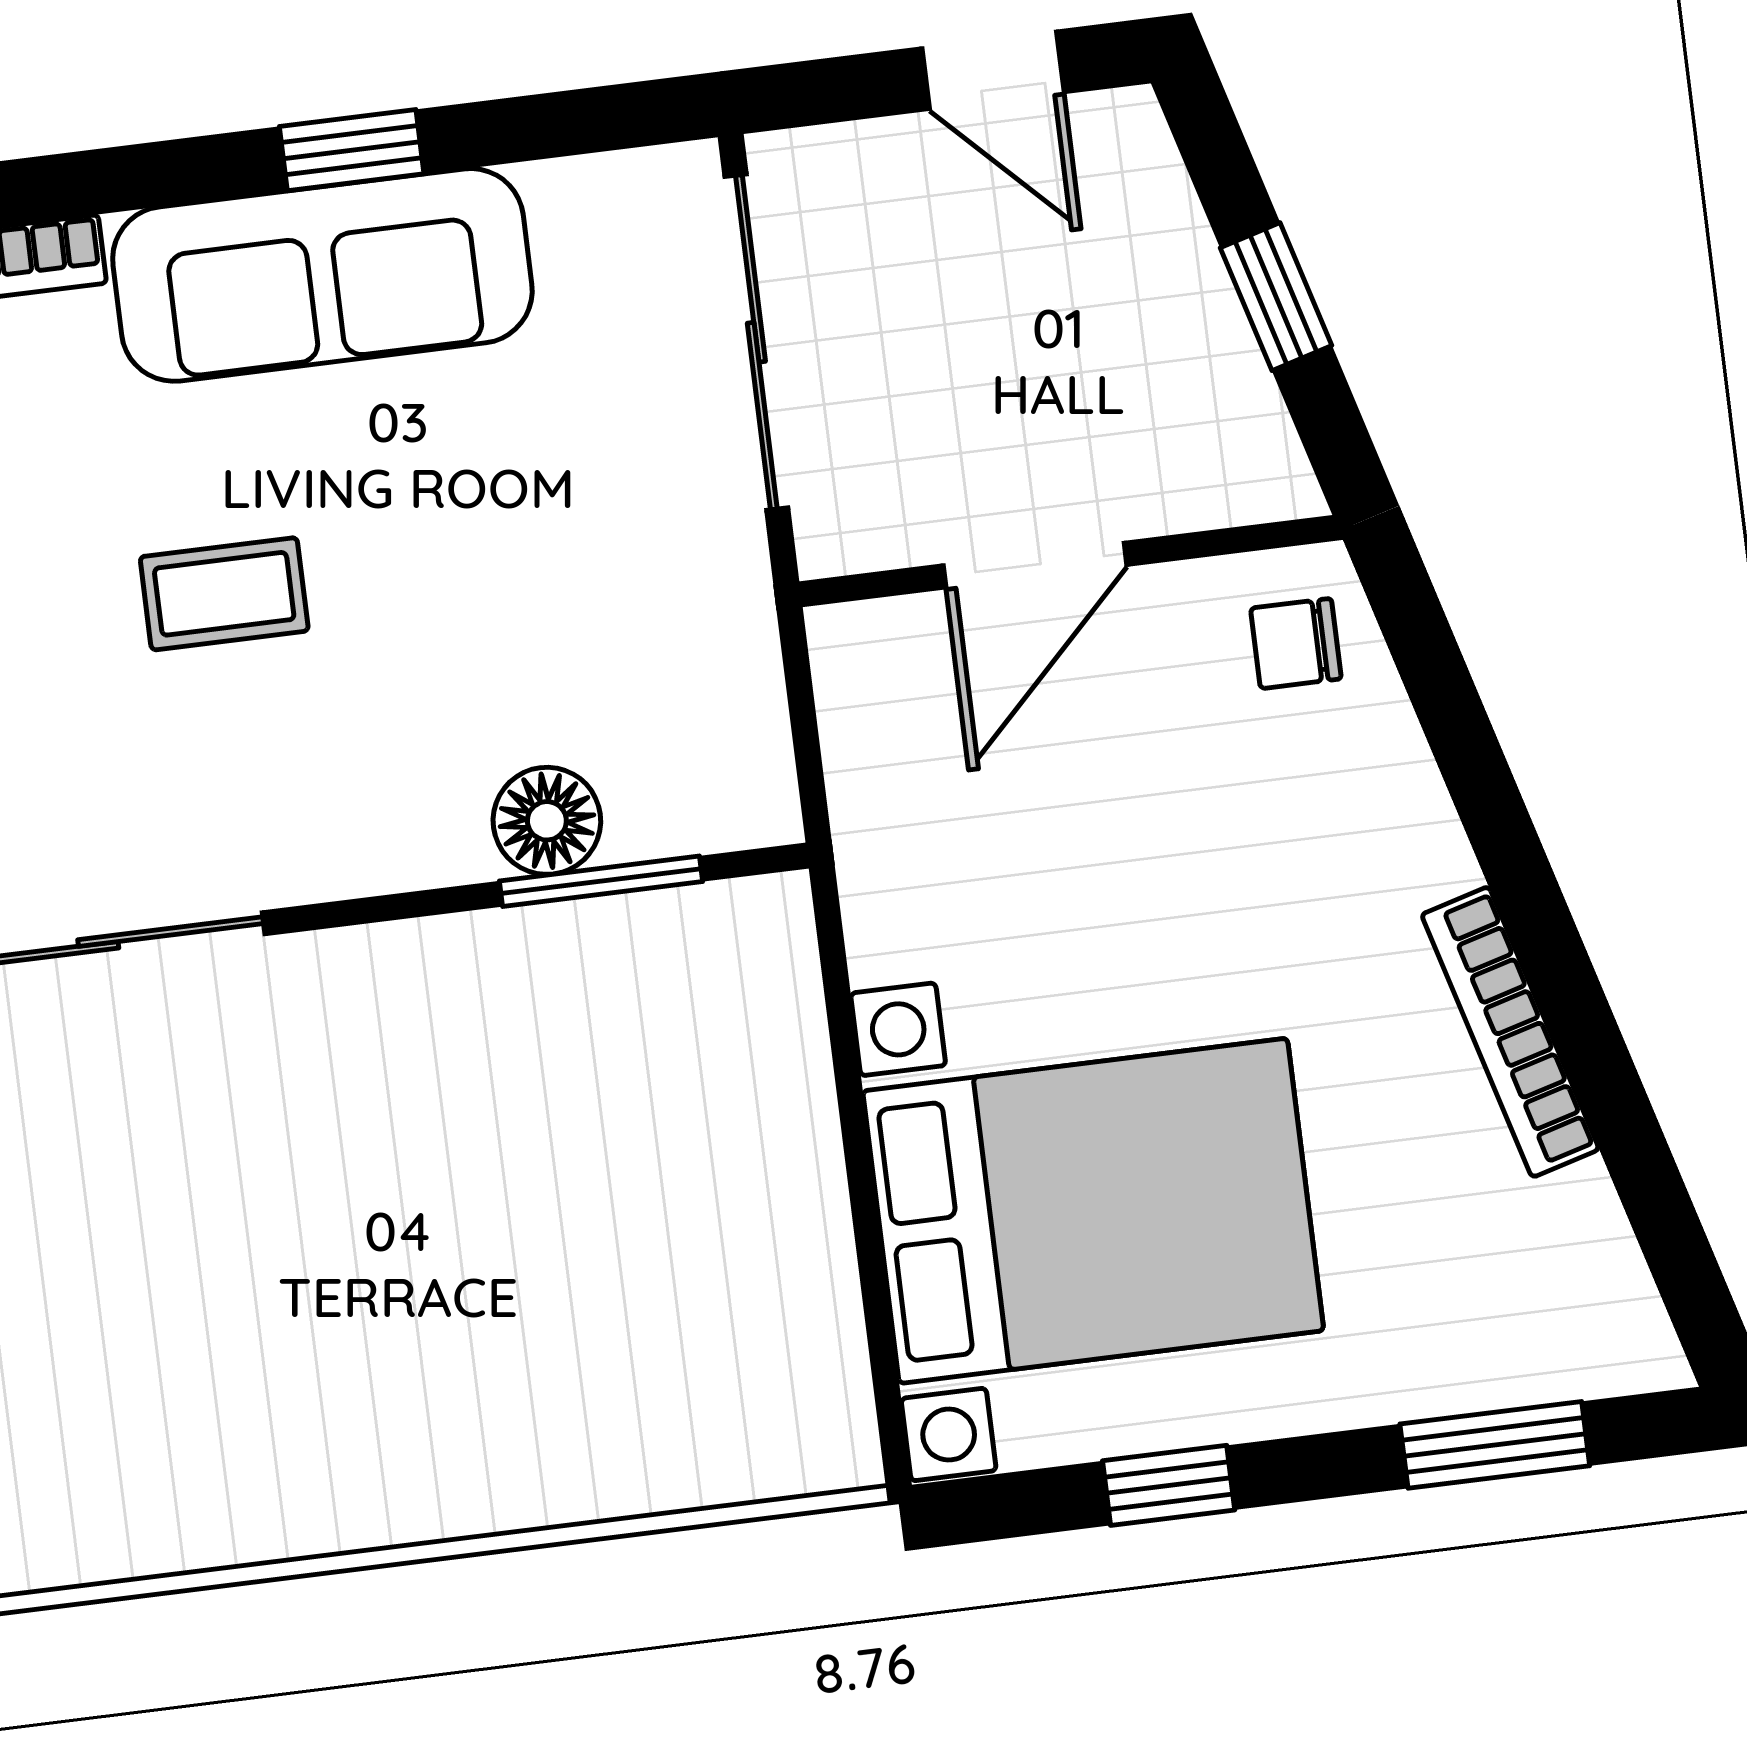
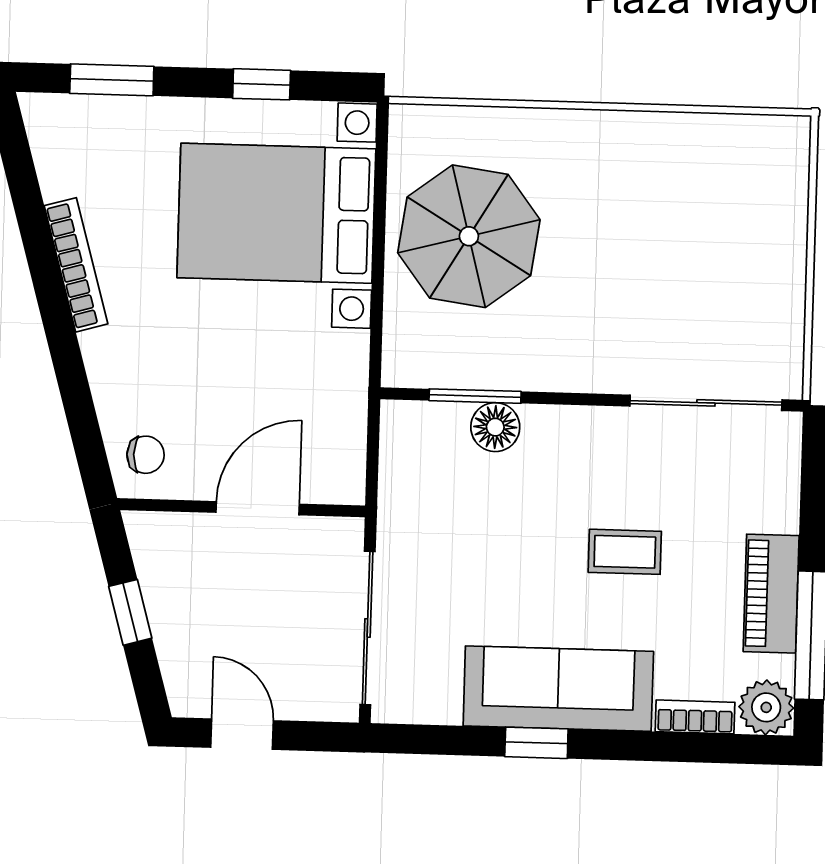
parasol: (668, 1226) -> (469, 236), added

